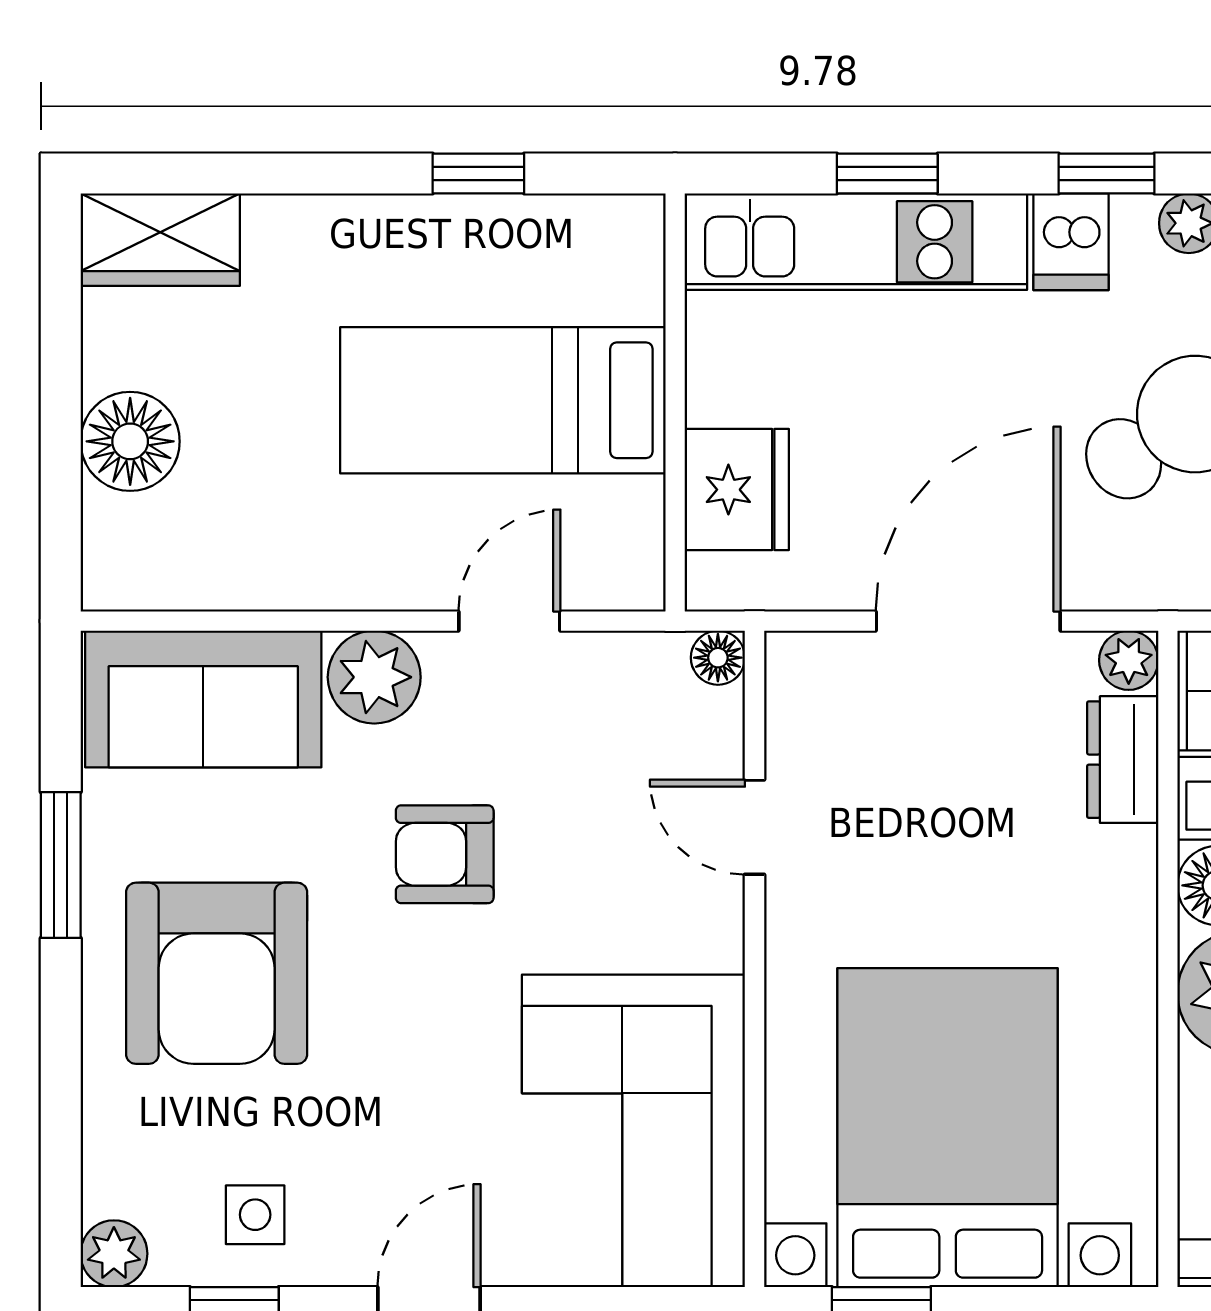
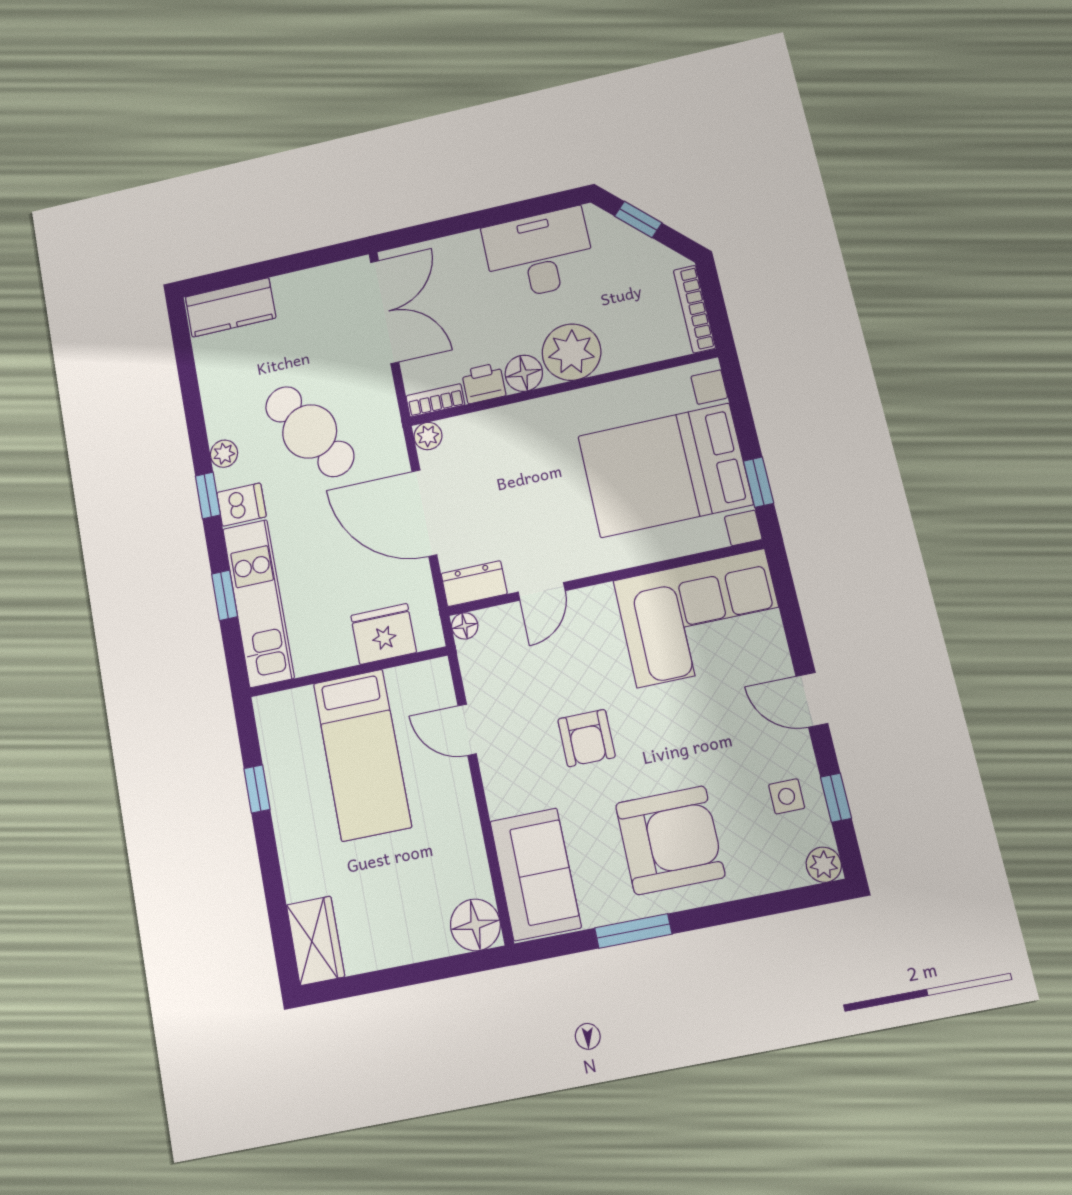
floor lamp: (130, 441) -> (475, 925), moved
plant: (374, 677) -> (507, 791), removed
dresser: (1123, 760) -> (474, 584), moved, turned 180

